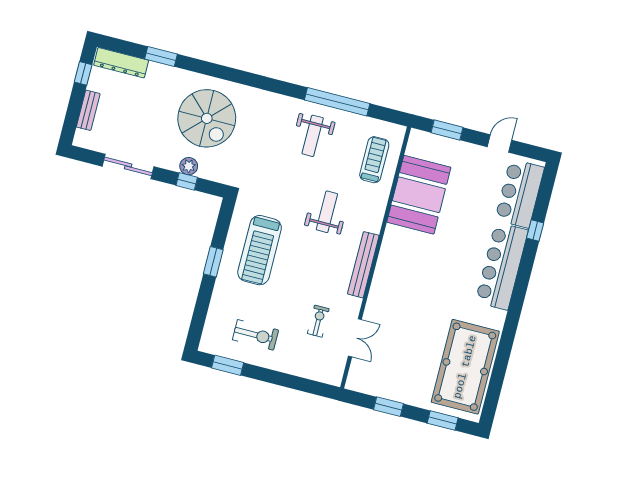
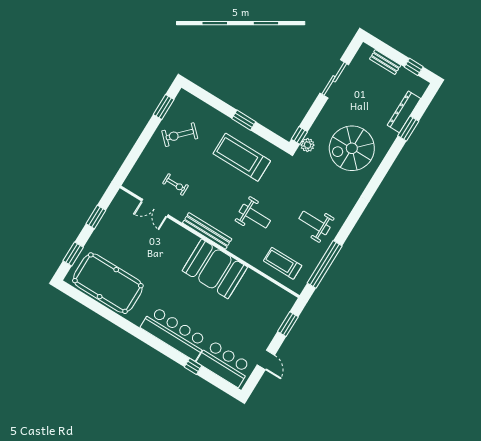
dresser: (121, 63) -> (404, 112), moved
window: (337, 102) -> (325, 264), moved
treadmill: (374, 160) -> (283, 263), turned 180
plant: (189, 166) -> (307, 145), moved
window: (187, 181) -> (299, 135), moved
booth: (419, 195) -> (215, 269), moved
exercise bike: (255, 335) -> (180, 135), turned 44

